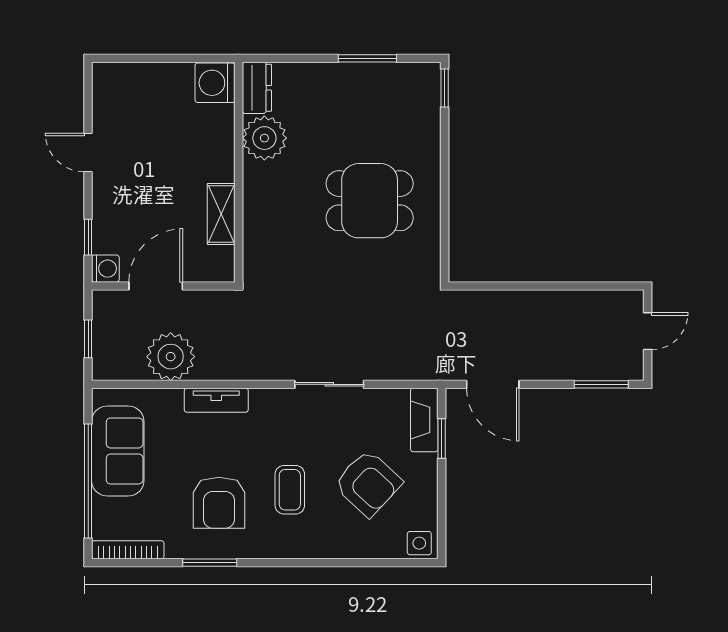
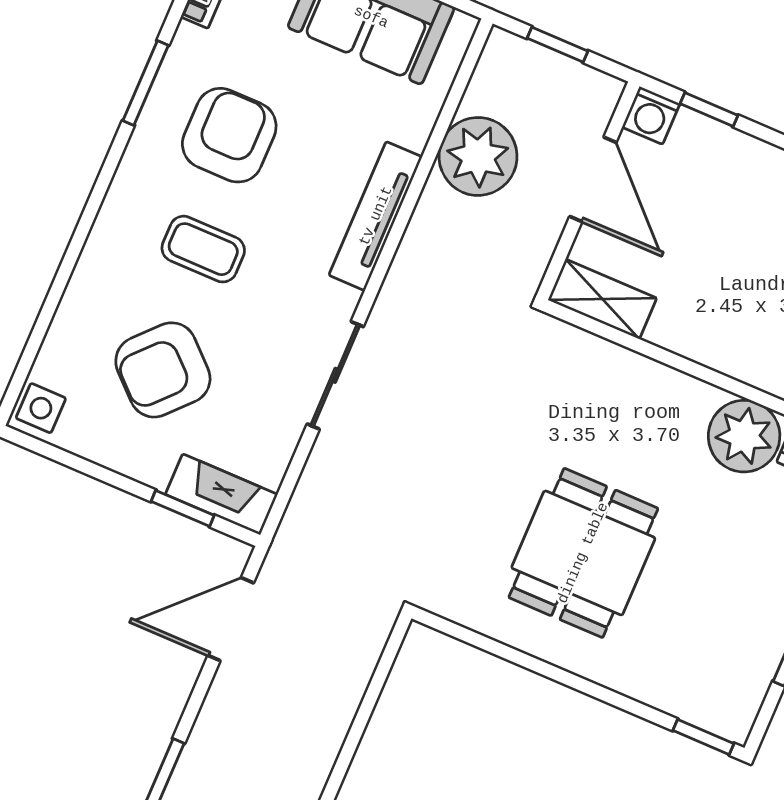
shelving: (221, 214) -> (602, 299), moved
tv unit: (216, 400) -> (376, 216), width x1.41
armchair: (219, 503) -> (229, 135), turned 90

